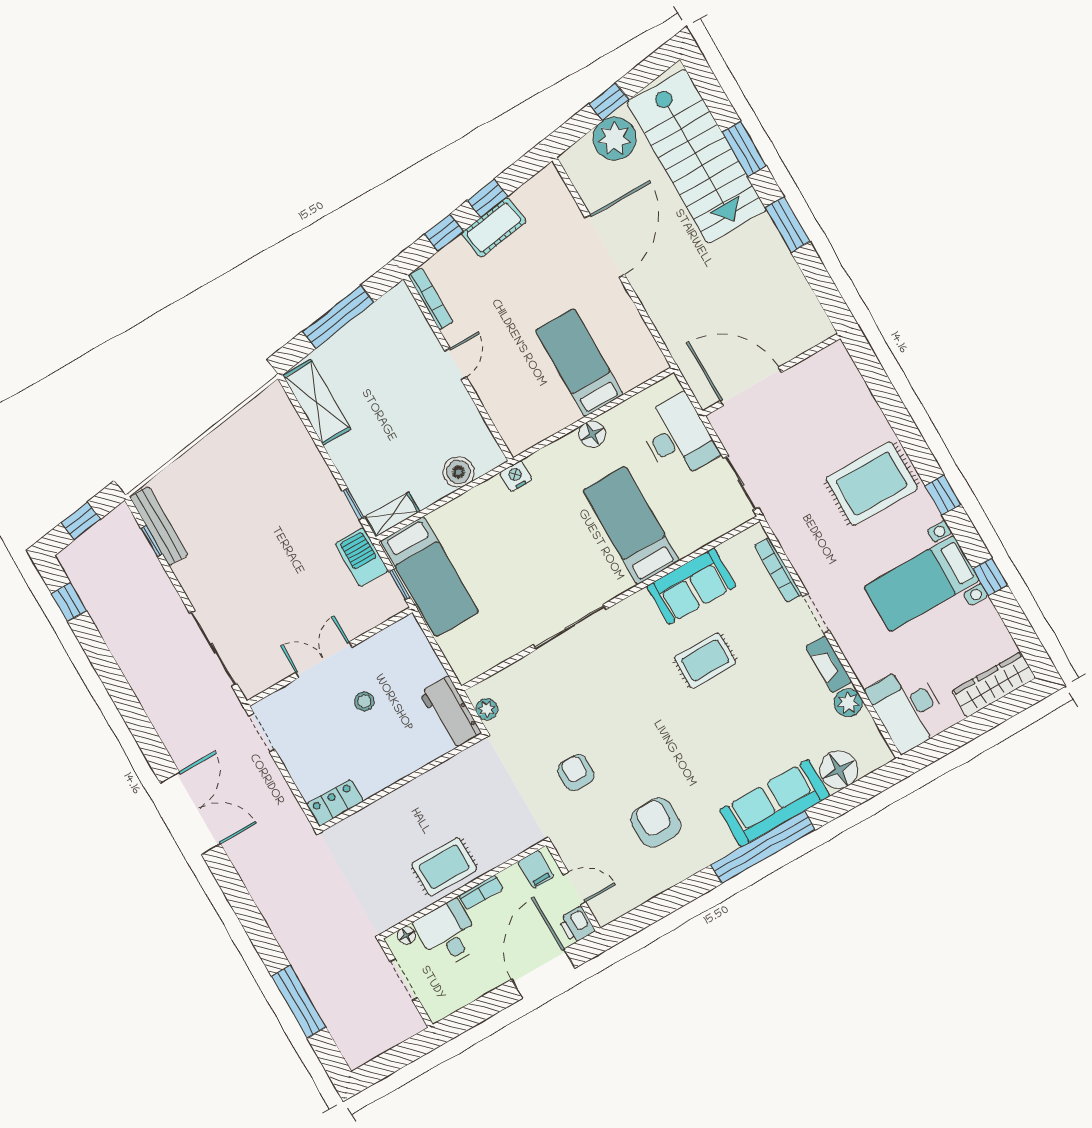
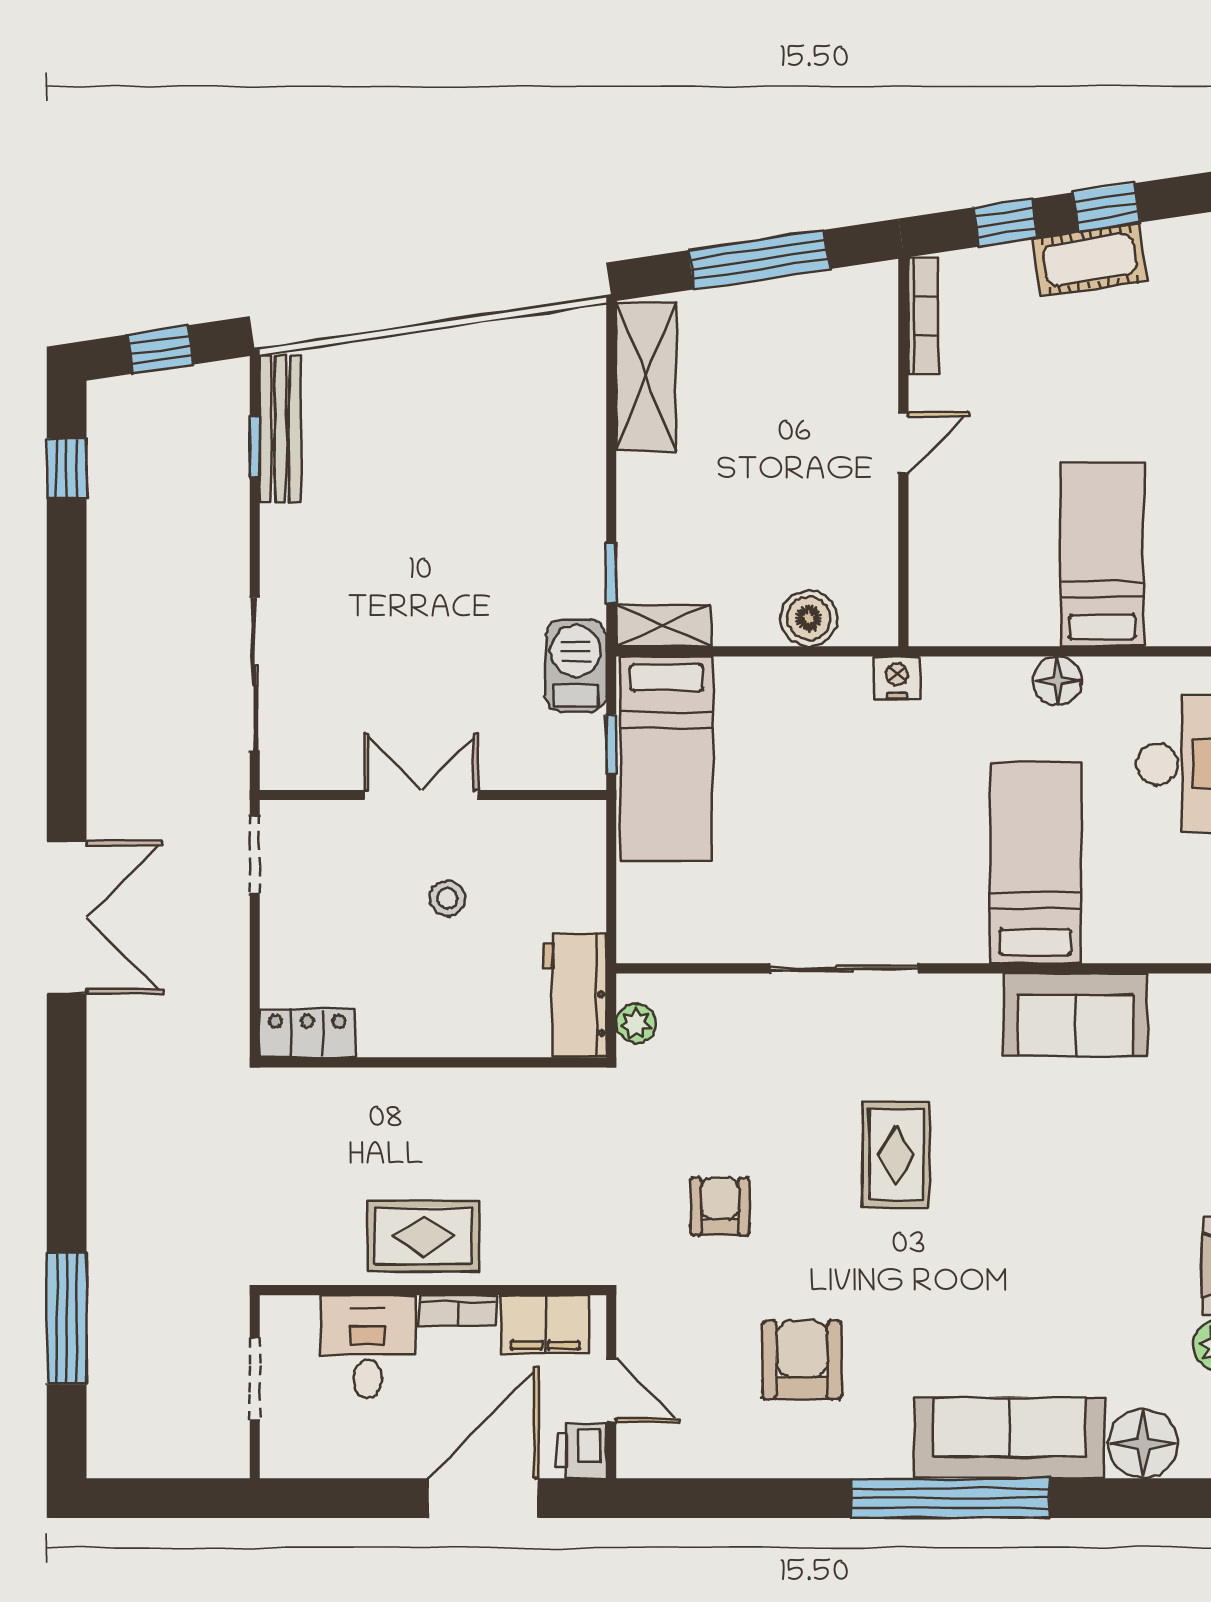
rug: (705, 661) -> (896, 1155), moved, turned 90
filing cabinet: (536, 869) -> (545, 1325), width x2.00
floor lamp: (406, 936) -> (300, 1311), removed

